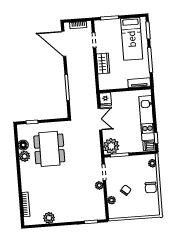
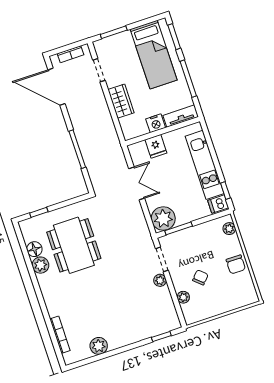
nightstand: (122, 83) -> (156, 123), added
fridge: (105, 99) -> (156, 146), moved

